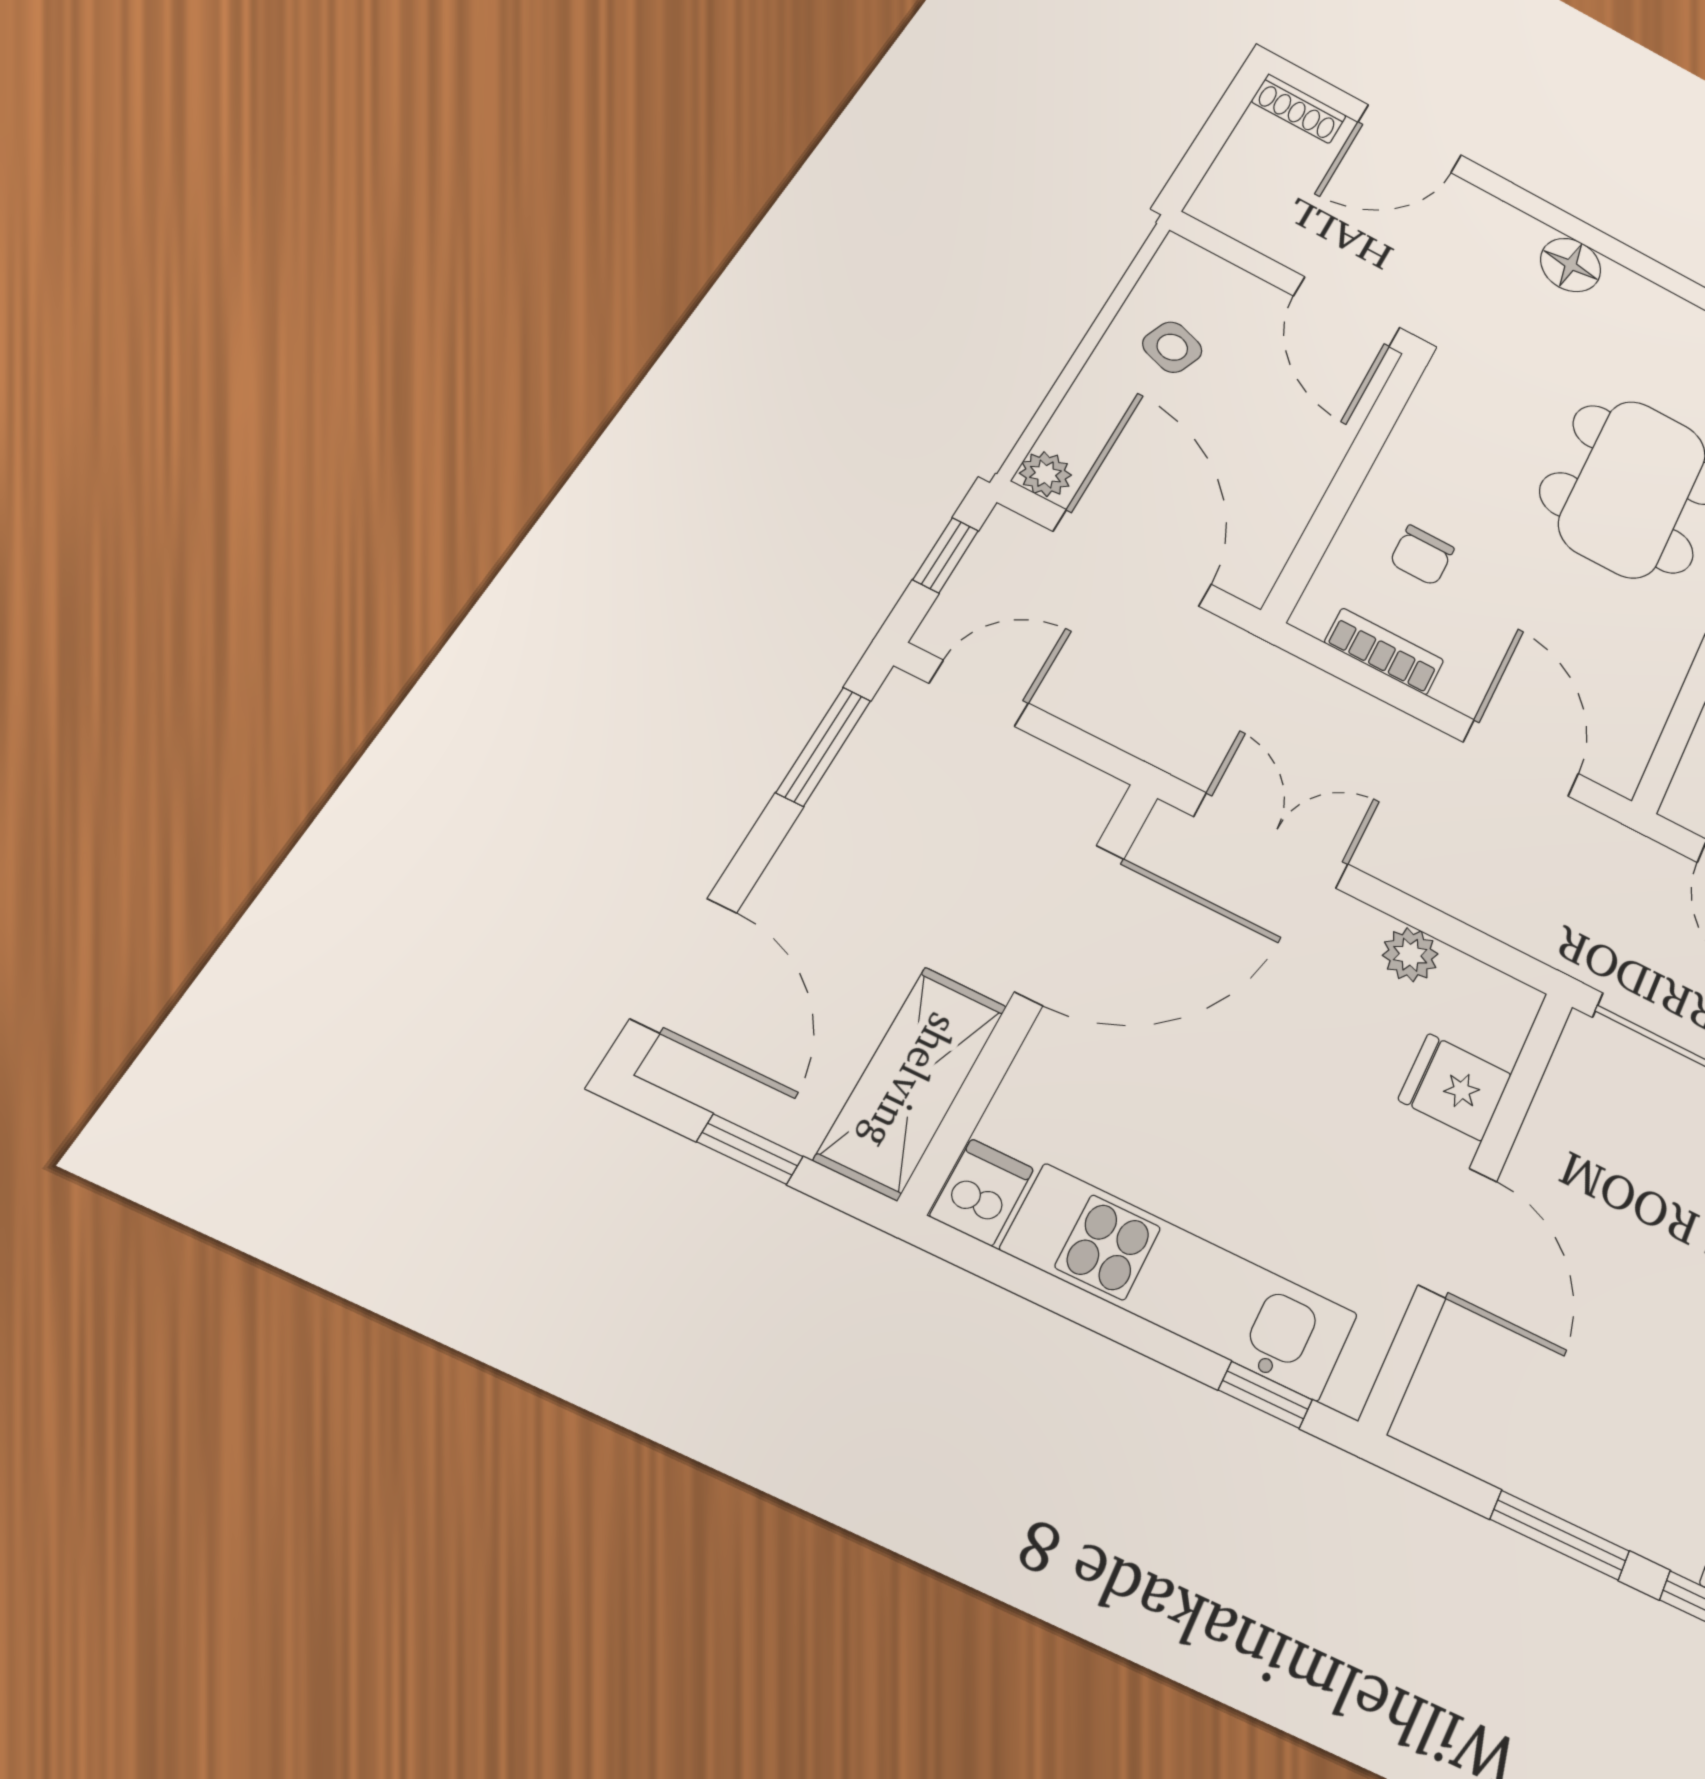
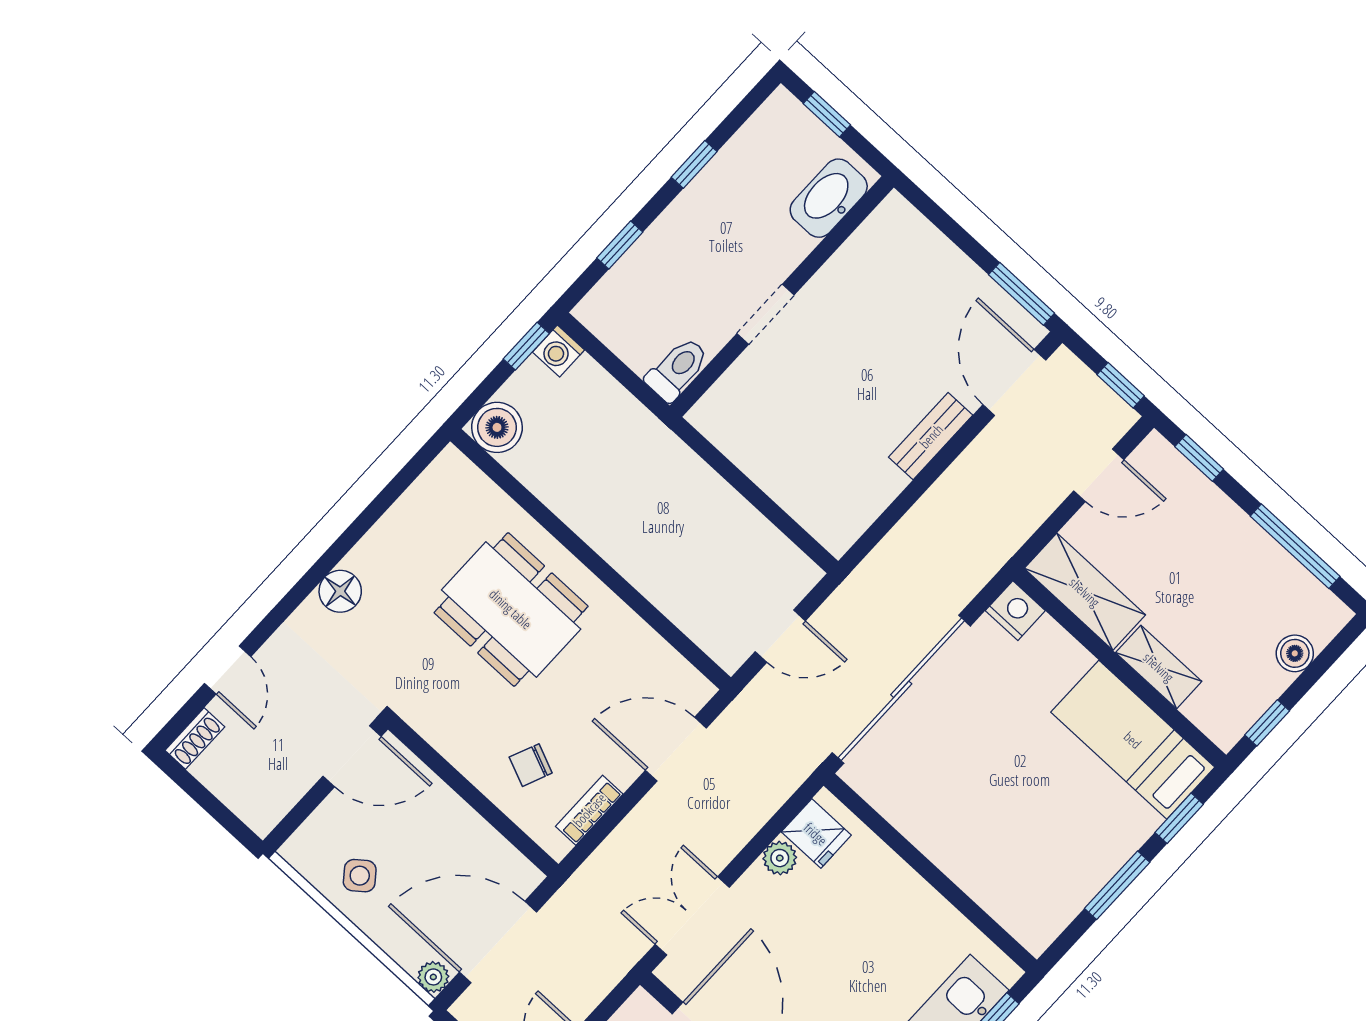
door: (1410, 139) -> (228, 670), width x0.73
side table: (1172, 347) -> (360, 876), turned 32
chair: (1422, 555) -> (531, 765), turned 113
fridge: (1455, 1087) -> (816, 834), moved, turned -90
door: (1458, 1233) -> (943, 885), removed

